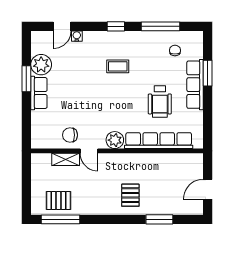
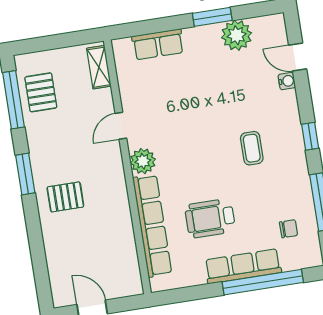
window: (208, 73) -> (263, 282), width x2.11
row of seats: (39, 93) -> (158, 44), moved
chair: (70, 135) -> (140, 94), removed
shelving: (66, 159) -> (99, 67), moved
window: (159, 219) -> (25, 174), moved

